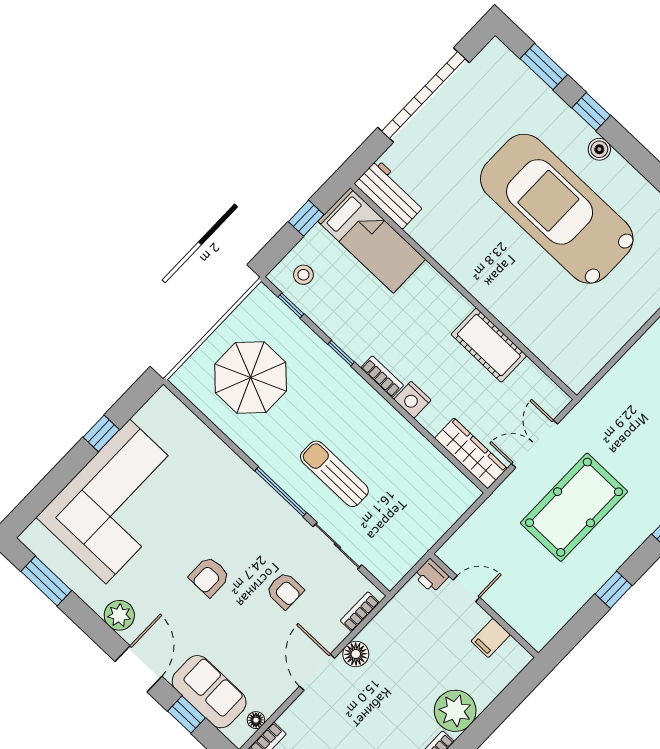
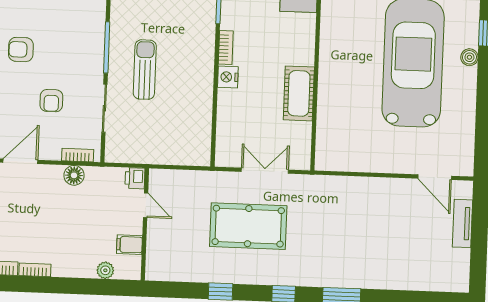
wardrobe: (471, 453) -> (227, 139), removed
floor lamp: (356, 654) -> (74, 175), moved
plant: (455, 711) -> (105, 270), moved, width x0.53, depth x0.53

